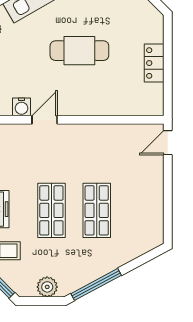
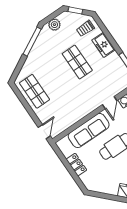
sofa: (103, 100) -> (89, 130), added
shop shelf: (97, 210) -> (35, 91), moved

